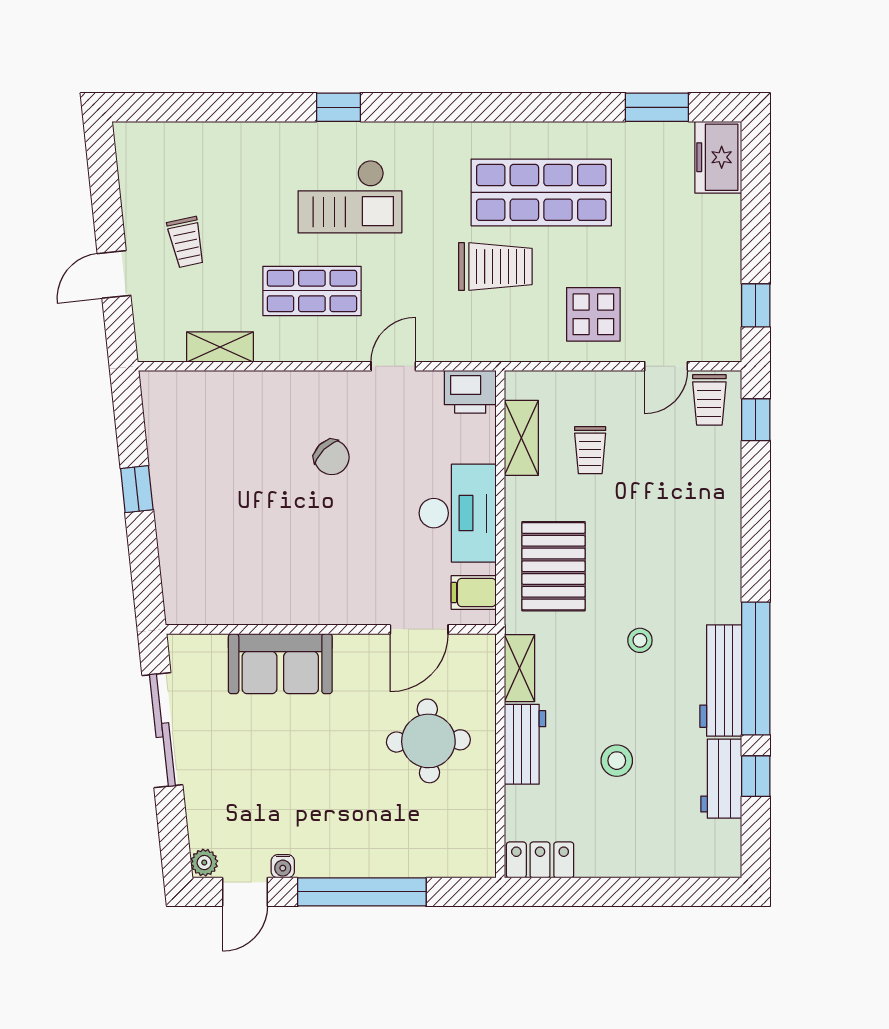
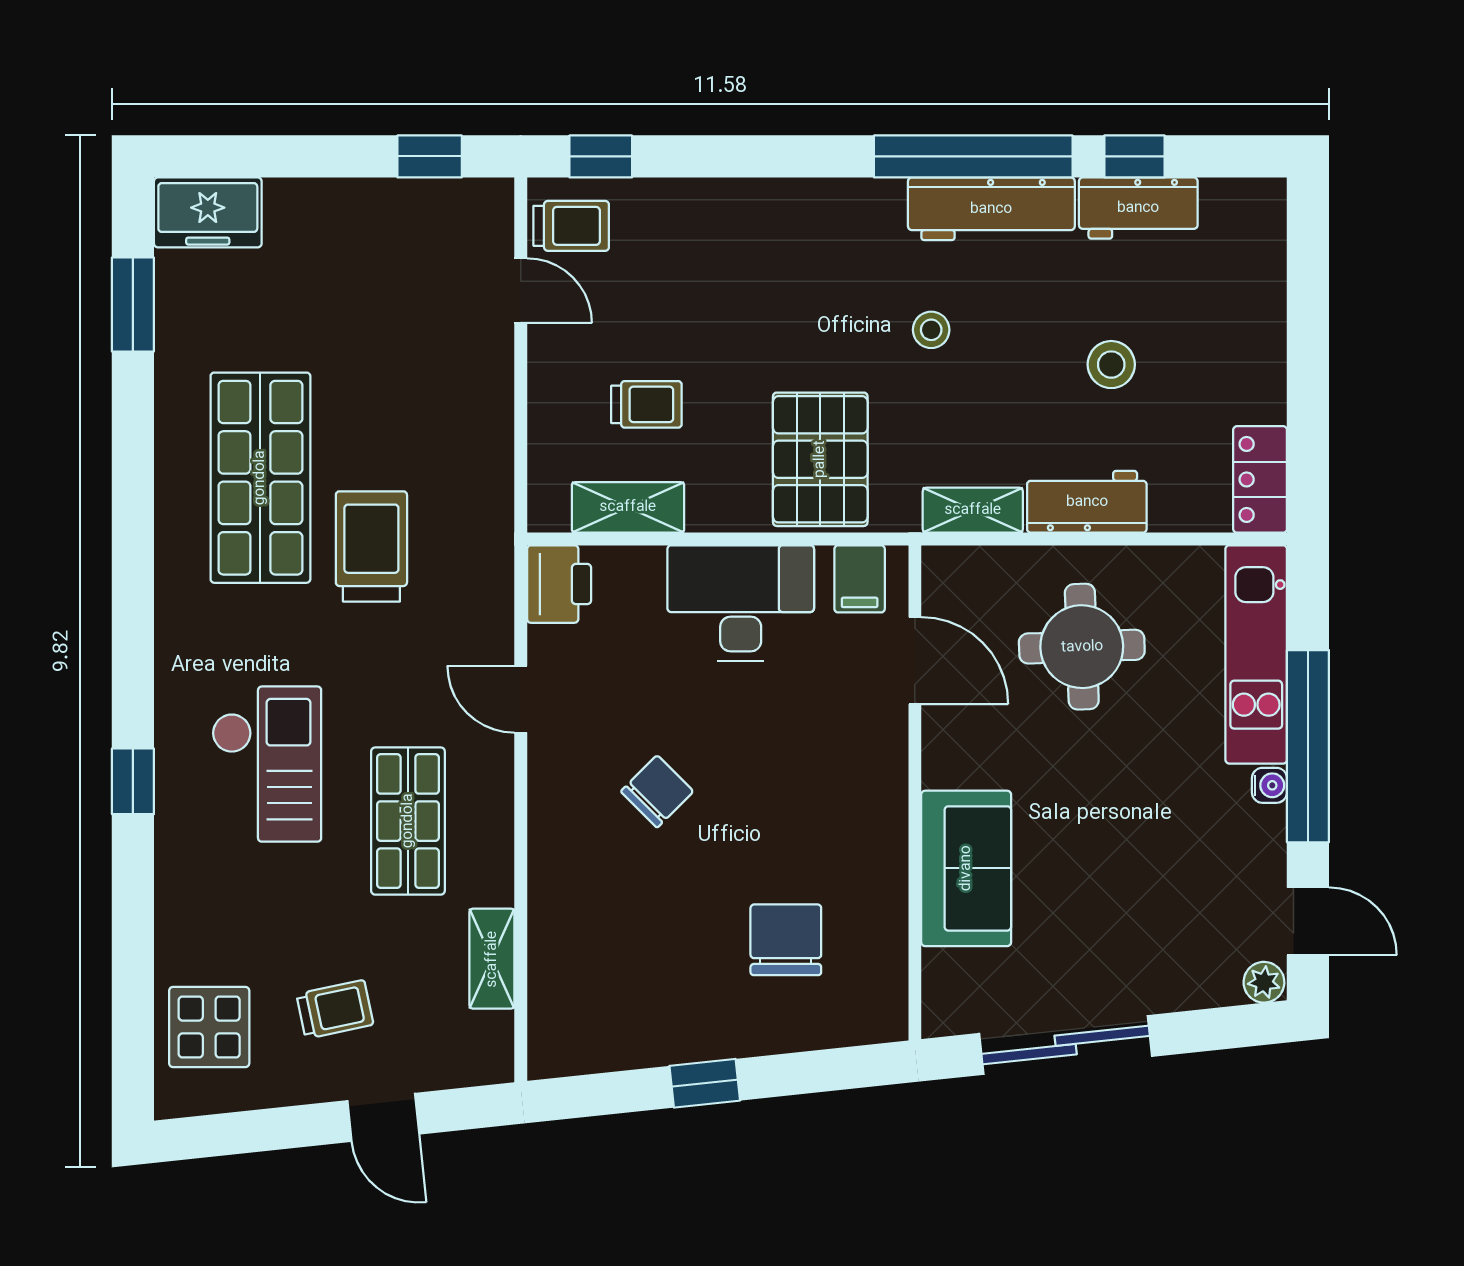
display table: (593, 314) -> (209, 1027), moved
chair: (233, 543) -> (786, 940), added
pallet: (553, 566) -> (820, 459), turned 90
kitchen unit: (423, 857) -> (1256, 654), added
water cooler: (283, 866) -> (1269, 785), moved

